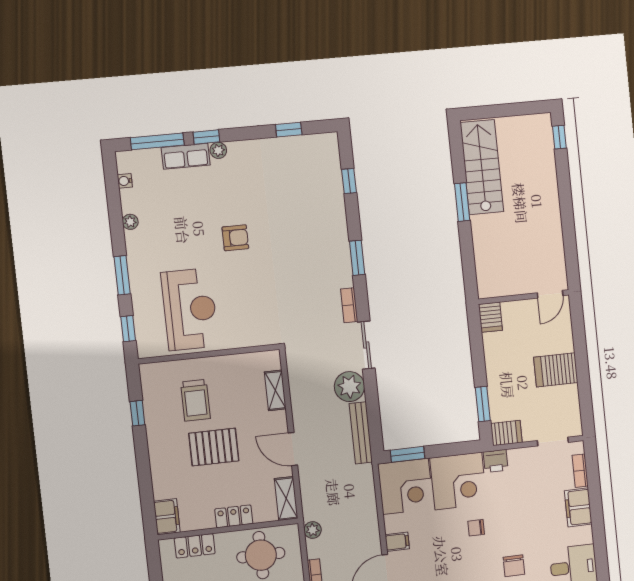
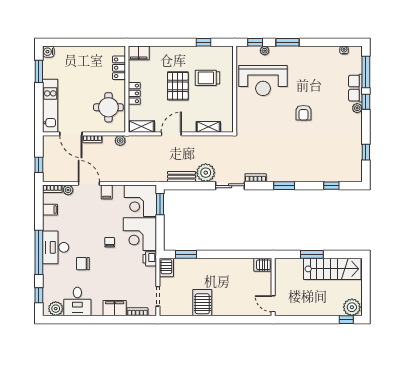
plant: (539, 130) -> (352, 307), added
plant: (130, 222) -> (265, 51), moved
door: (550, 294) -> (273, 304), moved
wall: (524, 297) -> (273, 287), moved
server rack: (490, 317) -> (263, 265), moved
bench: (361, 433) -> (182, 177), width x0.73

